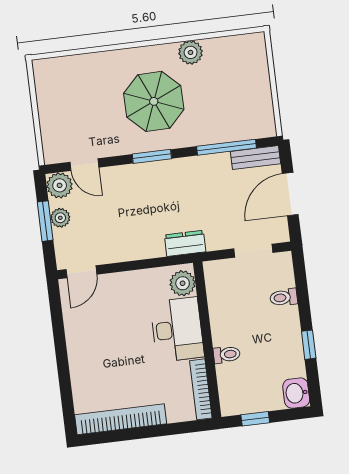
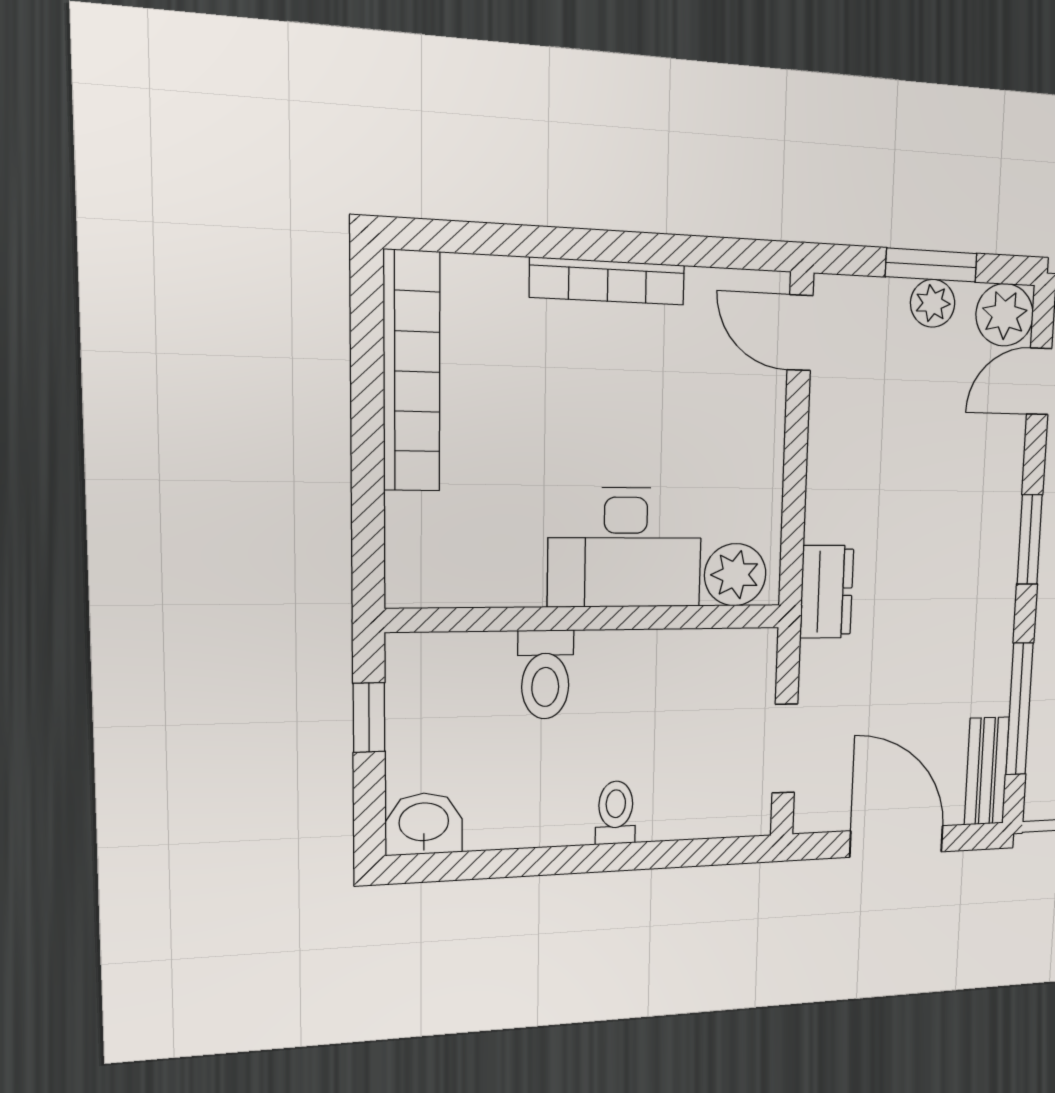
toilet: (284, 297) -> (616, 813), moved
window: (309, 345) -> (542, 861), removed
toilet: (227, 355) -> (545, 675), width x1.37, depth x1.39
bookcase: (201, 389) -> (608, 281), moved, turned 180

